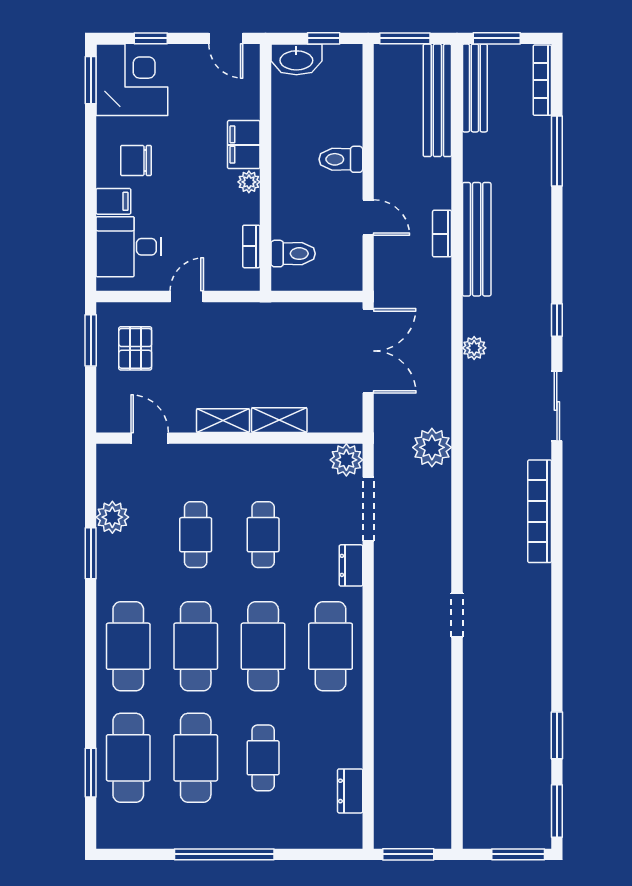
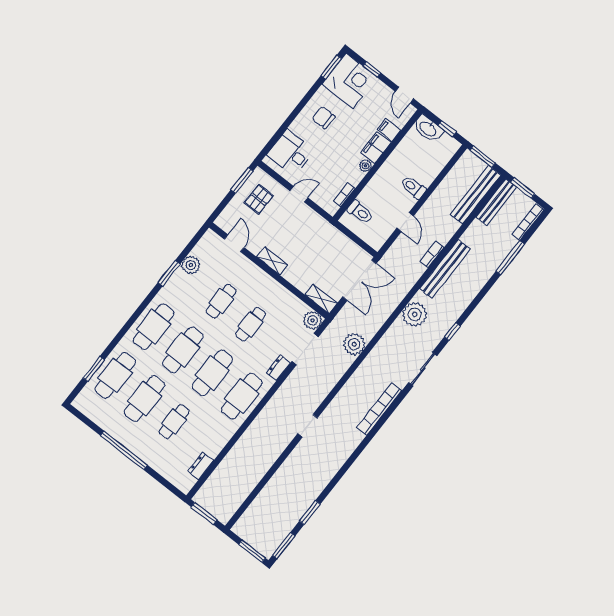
filing cabinet: (113, 201) -> (389, 130), moved, turned 180
plant: (474, 348) -> (415, 314), width x1.88, depth x1.88
shelving: (279, 420) -> (321, 299), moved

